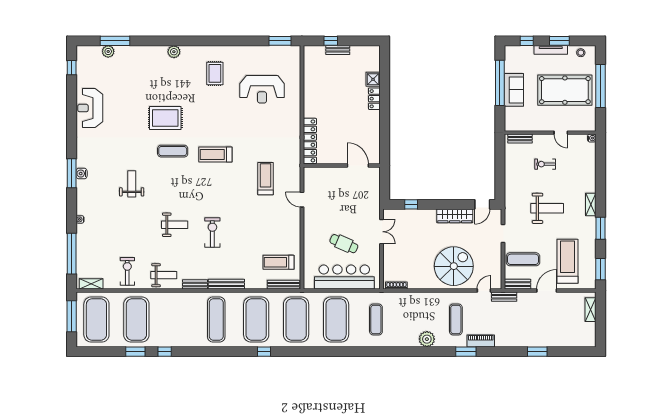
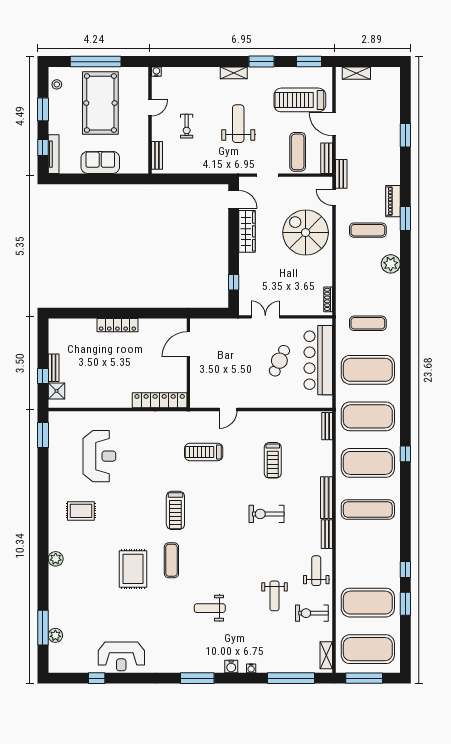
tv unit: (551, 50) -> (54, 154), moved
window: (72, 68) -> (97, 678), moved
shower: (373, 79) -> (56, 391), moved
window: (500, 83) -> (92, 179), removed
locker: (374, 99) -> (117, 325), width x1.53
water cooler: (82, 174) -> (231, 666), moved
weight bench: (175, 225) -> (275, 596), moved, turned 180
treadmill: (278, 262) -> (273, 460), moved
bench: (283, 285) -> (327, 426), width x0.73

